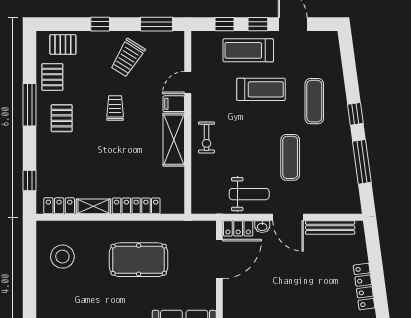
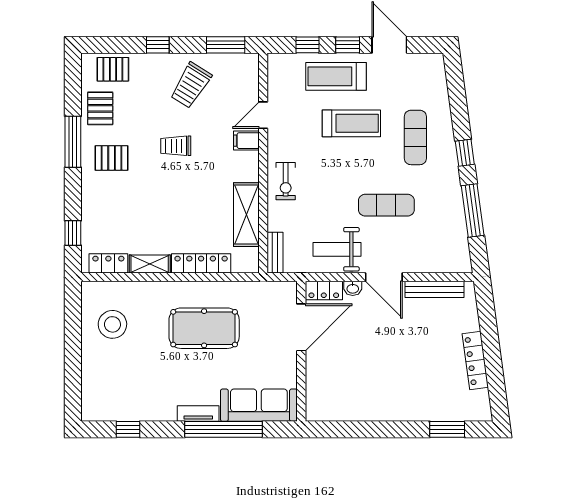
trolley: (115, 108) -> (176, 146), turned -90
pallet: (62, 118) -> (112, 158), turned 90
shelving: (174, 140) -> (246, 215), moved
exercise mat: (290, 157) -> (386, 205), turned 90
weight bench: (249, 194) -> (337, 249), turned 180
bench: (198, 197) -> (275, 253), added

